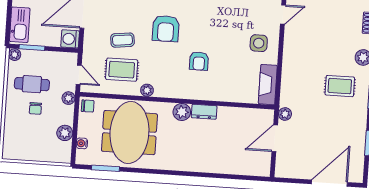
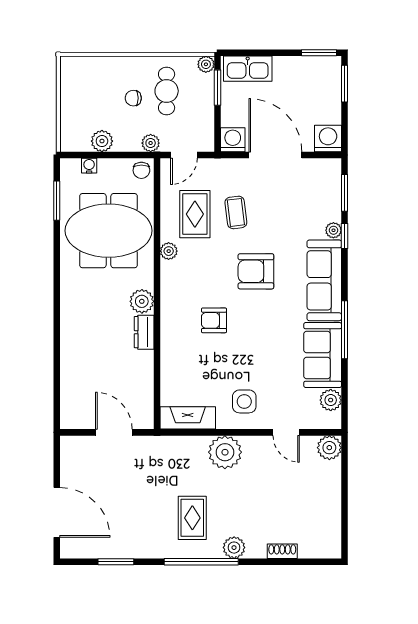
plant: (285, 114) -> (225, 452), moved, width x1.88, depth x1.88

